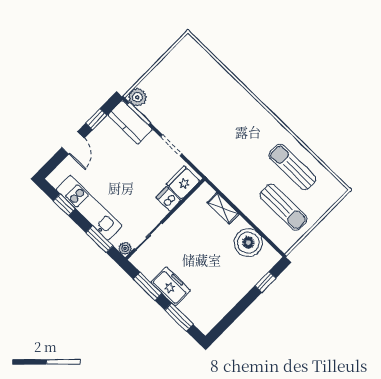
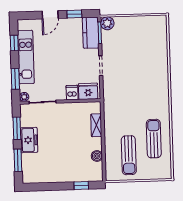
boiler: (248, 243) -> (97, 156), width x0.54, depth x0.54

